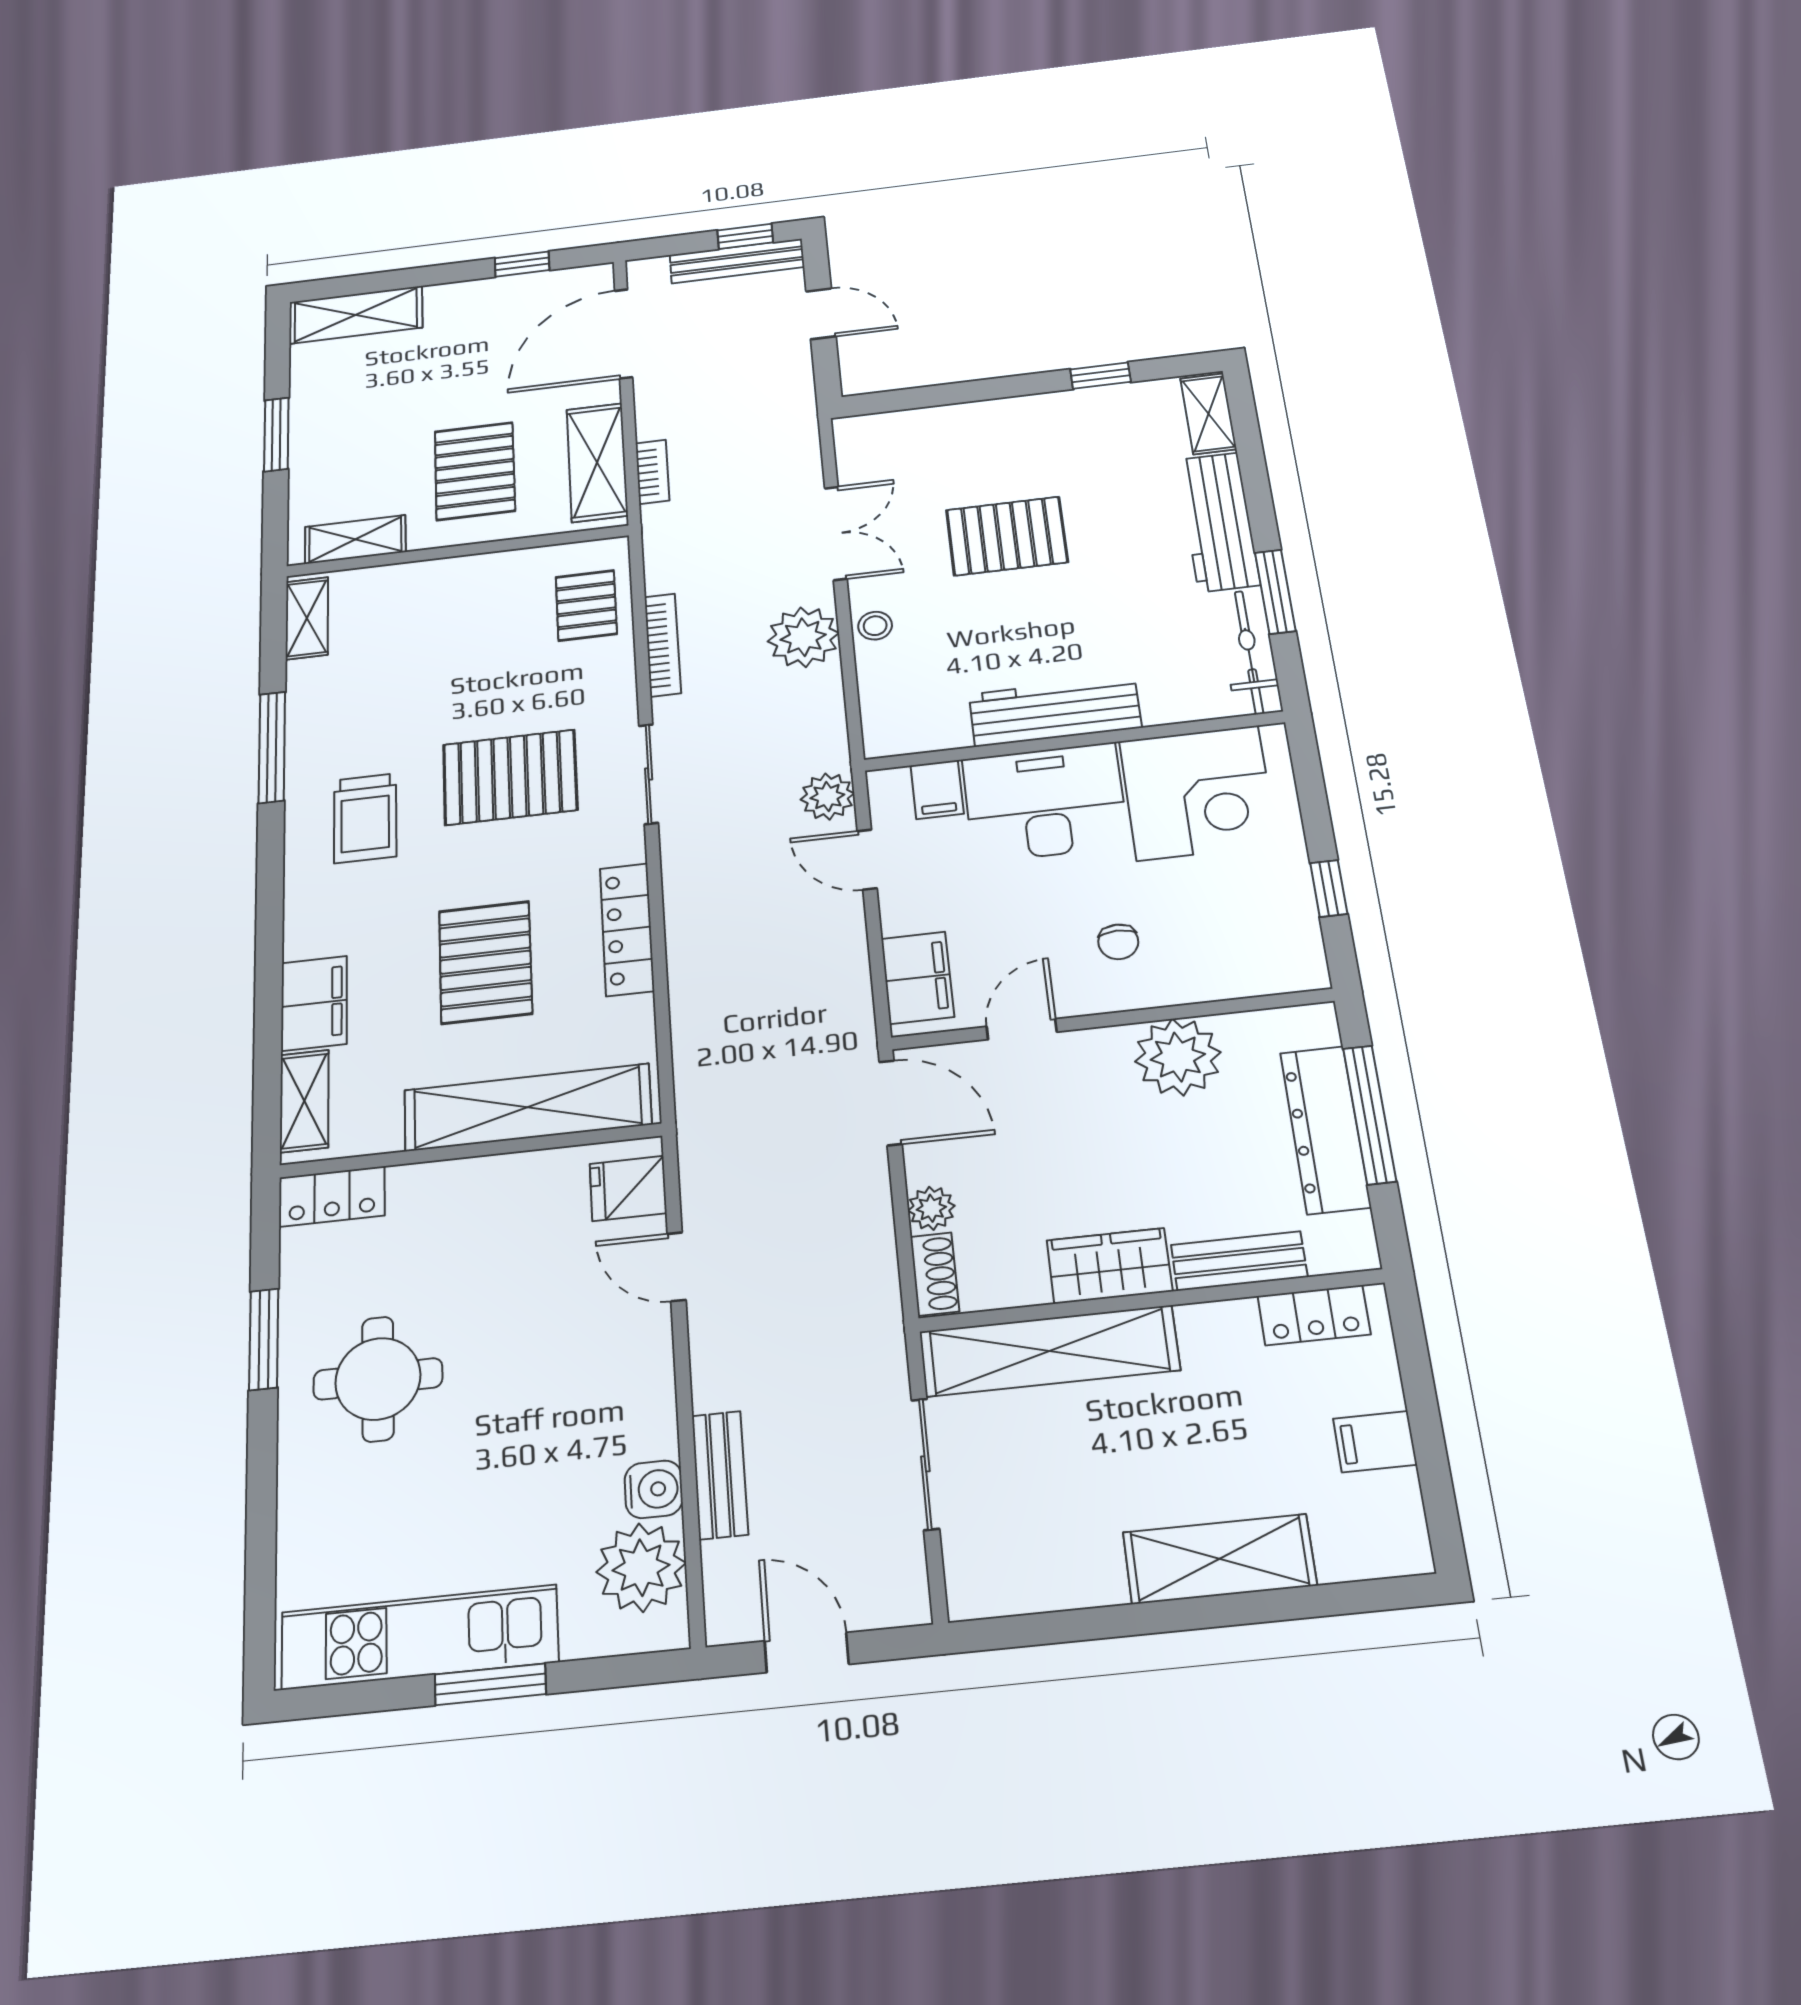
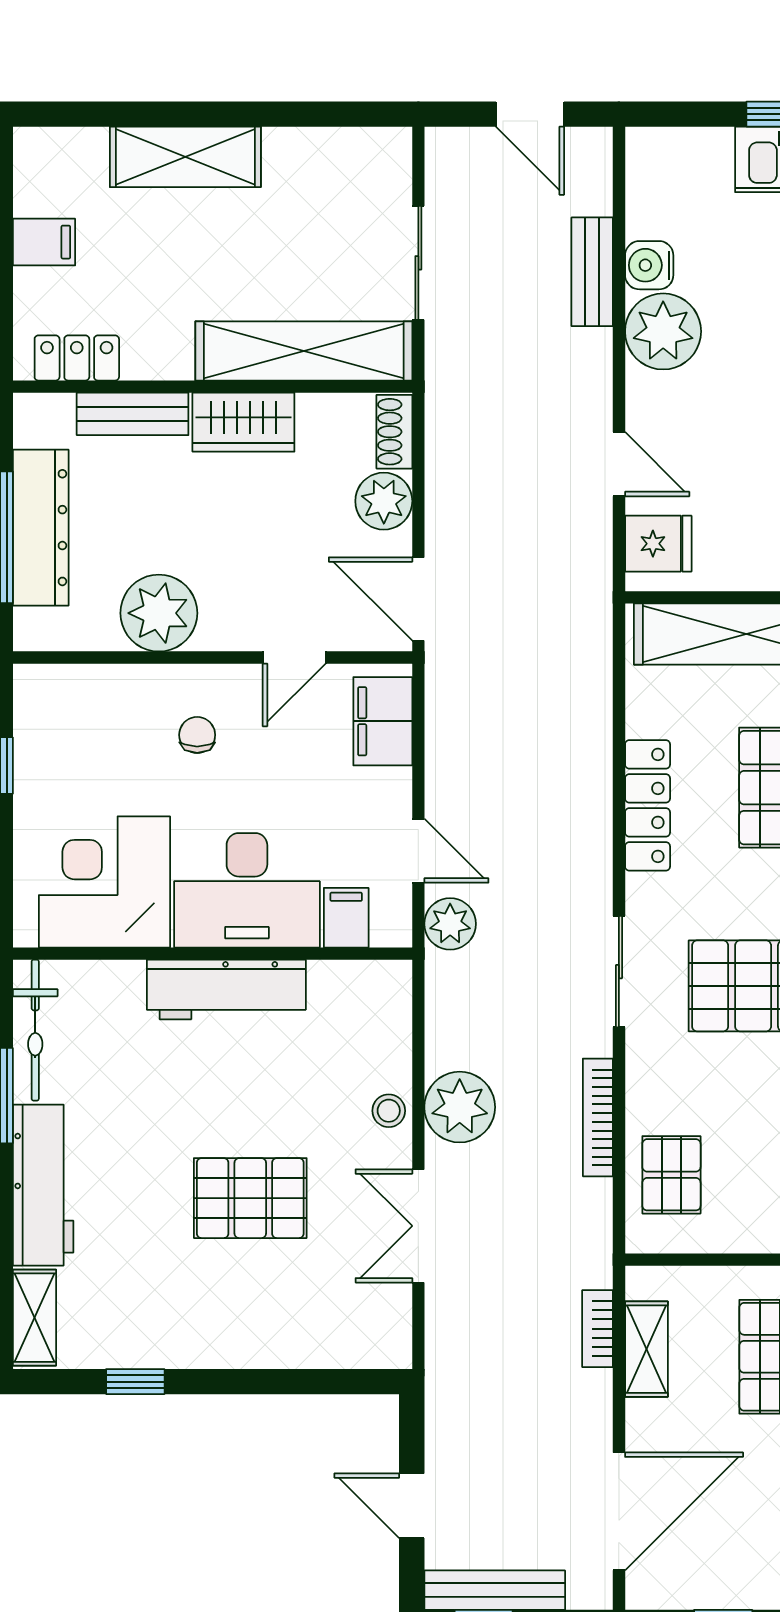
shelving: (597, 462) -> (646, 1349), width x0.67, depth x0.75
plant: (931, 1208) -> (384, 501), width x1.38, depth x1.38
plant: (641, 1568) -> (663, 331), moved

